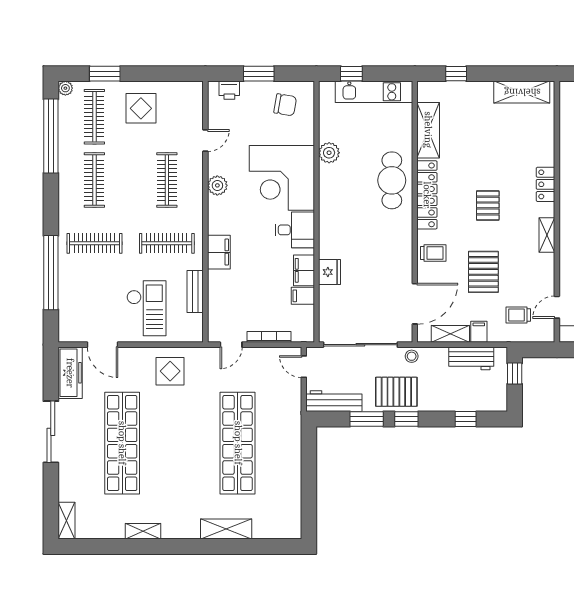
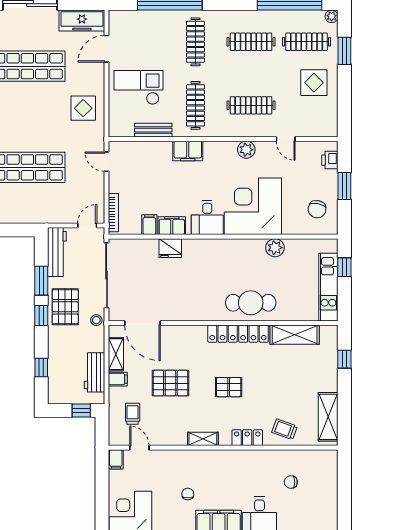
trolley: (433, 253) -> (285, 429), moved, turned 110
checkout: (146, 308) -> (139, 87), turned 180
bookcase: (269, 337) -> (113, 213), moved

